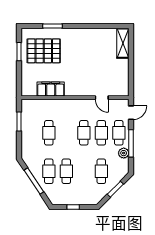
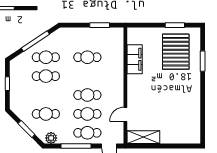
shelving: (123, 43) -> (143, 137), moved
plant: (124, 153) -> (51, 138), moved

